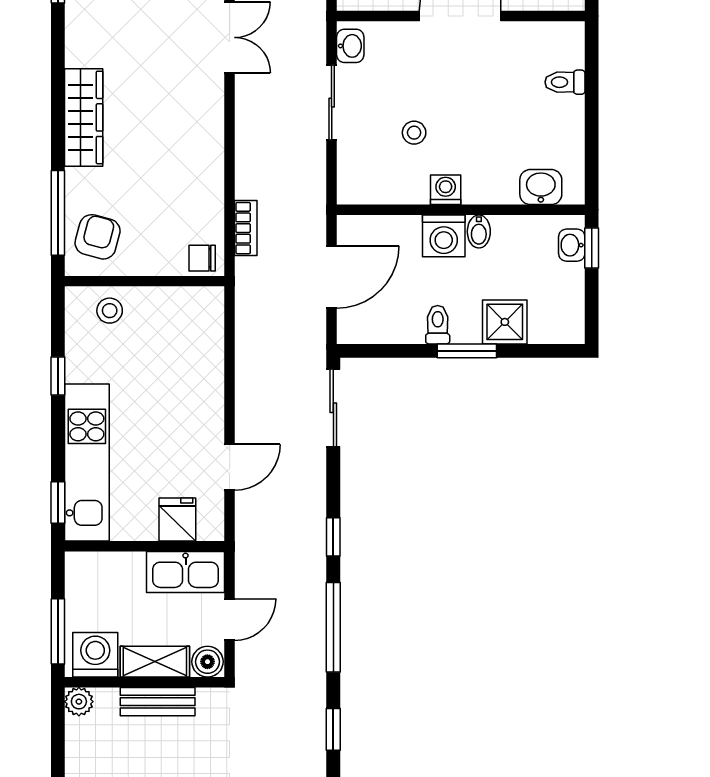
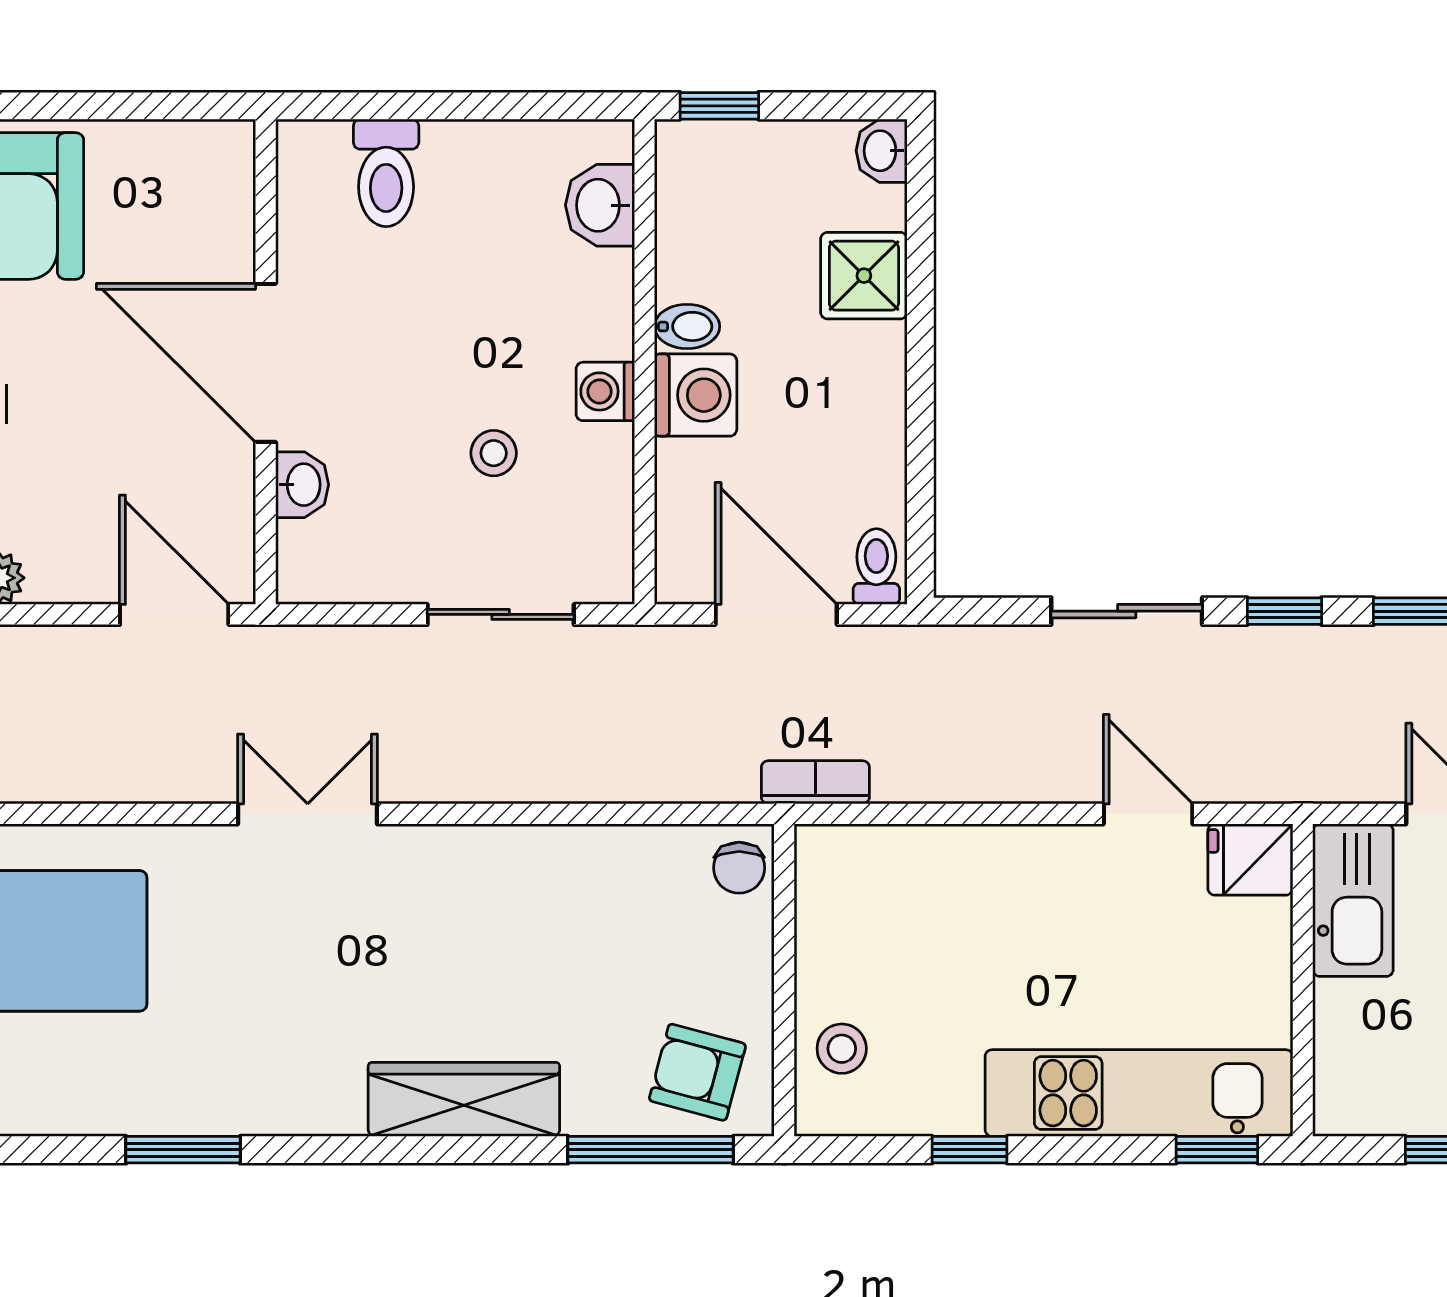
washbasin: (350, 46) -> (302, 485), moved, turned 90
toilet: (565, 82) -> (386, 173), width x1.37, depth x1.39
sliding door: (332, 103) -> (501, 614), moved
bookcase: (246, 228) -> (815, 782), moved
washbasin: (572, 245) -> (882, 151), moved, turned 90
toilet: (438, 325) -> (876, 567), moved, turned 90
window: (467, 351) -> (920, 350), removed
sliding door: (333, 408) -> (1127, 611), moved
fridge: (177, 520) -> (1250, 860), moved

